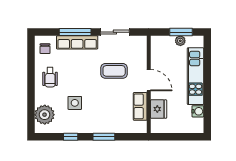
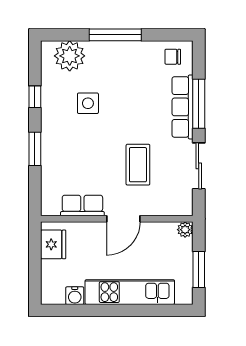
plant: (180, 41) -> (185, 230), moved
wheelchair: (50, 77) -> (128, 65), removed
window: (31, 85) -> (115, 35), added
fridge: (159, 109) -> (53, 244), moved, turned -90

